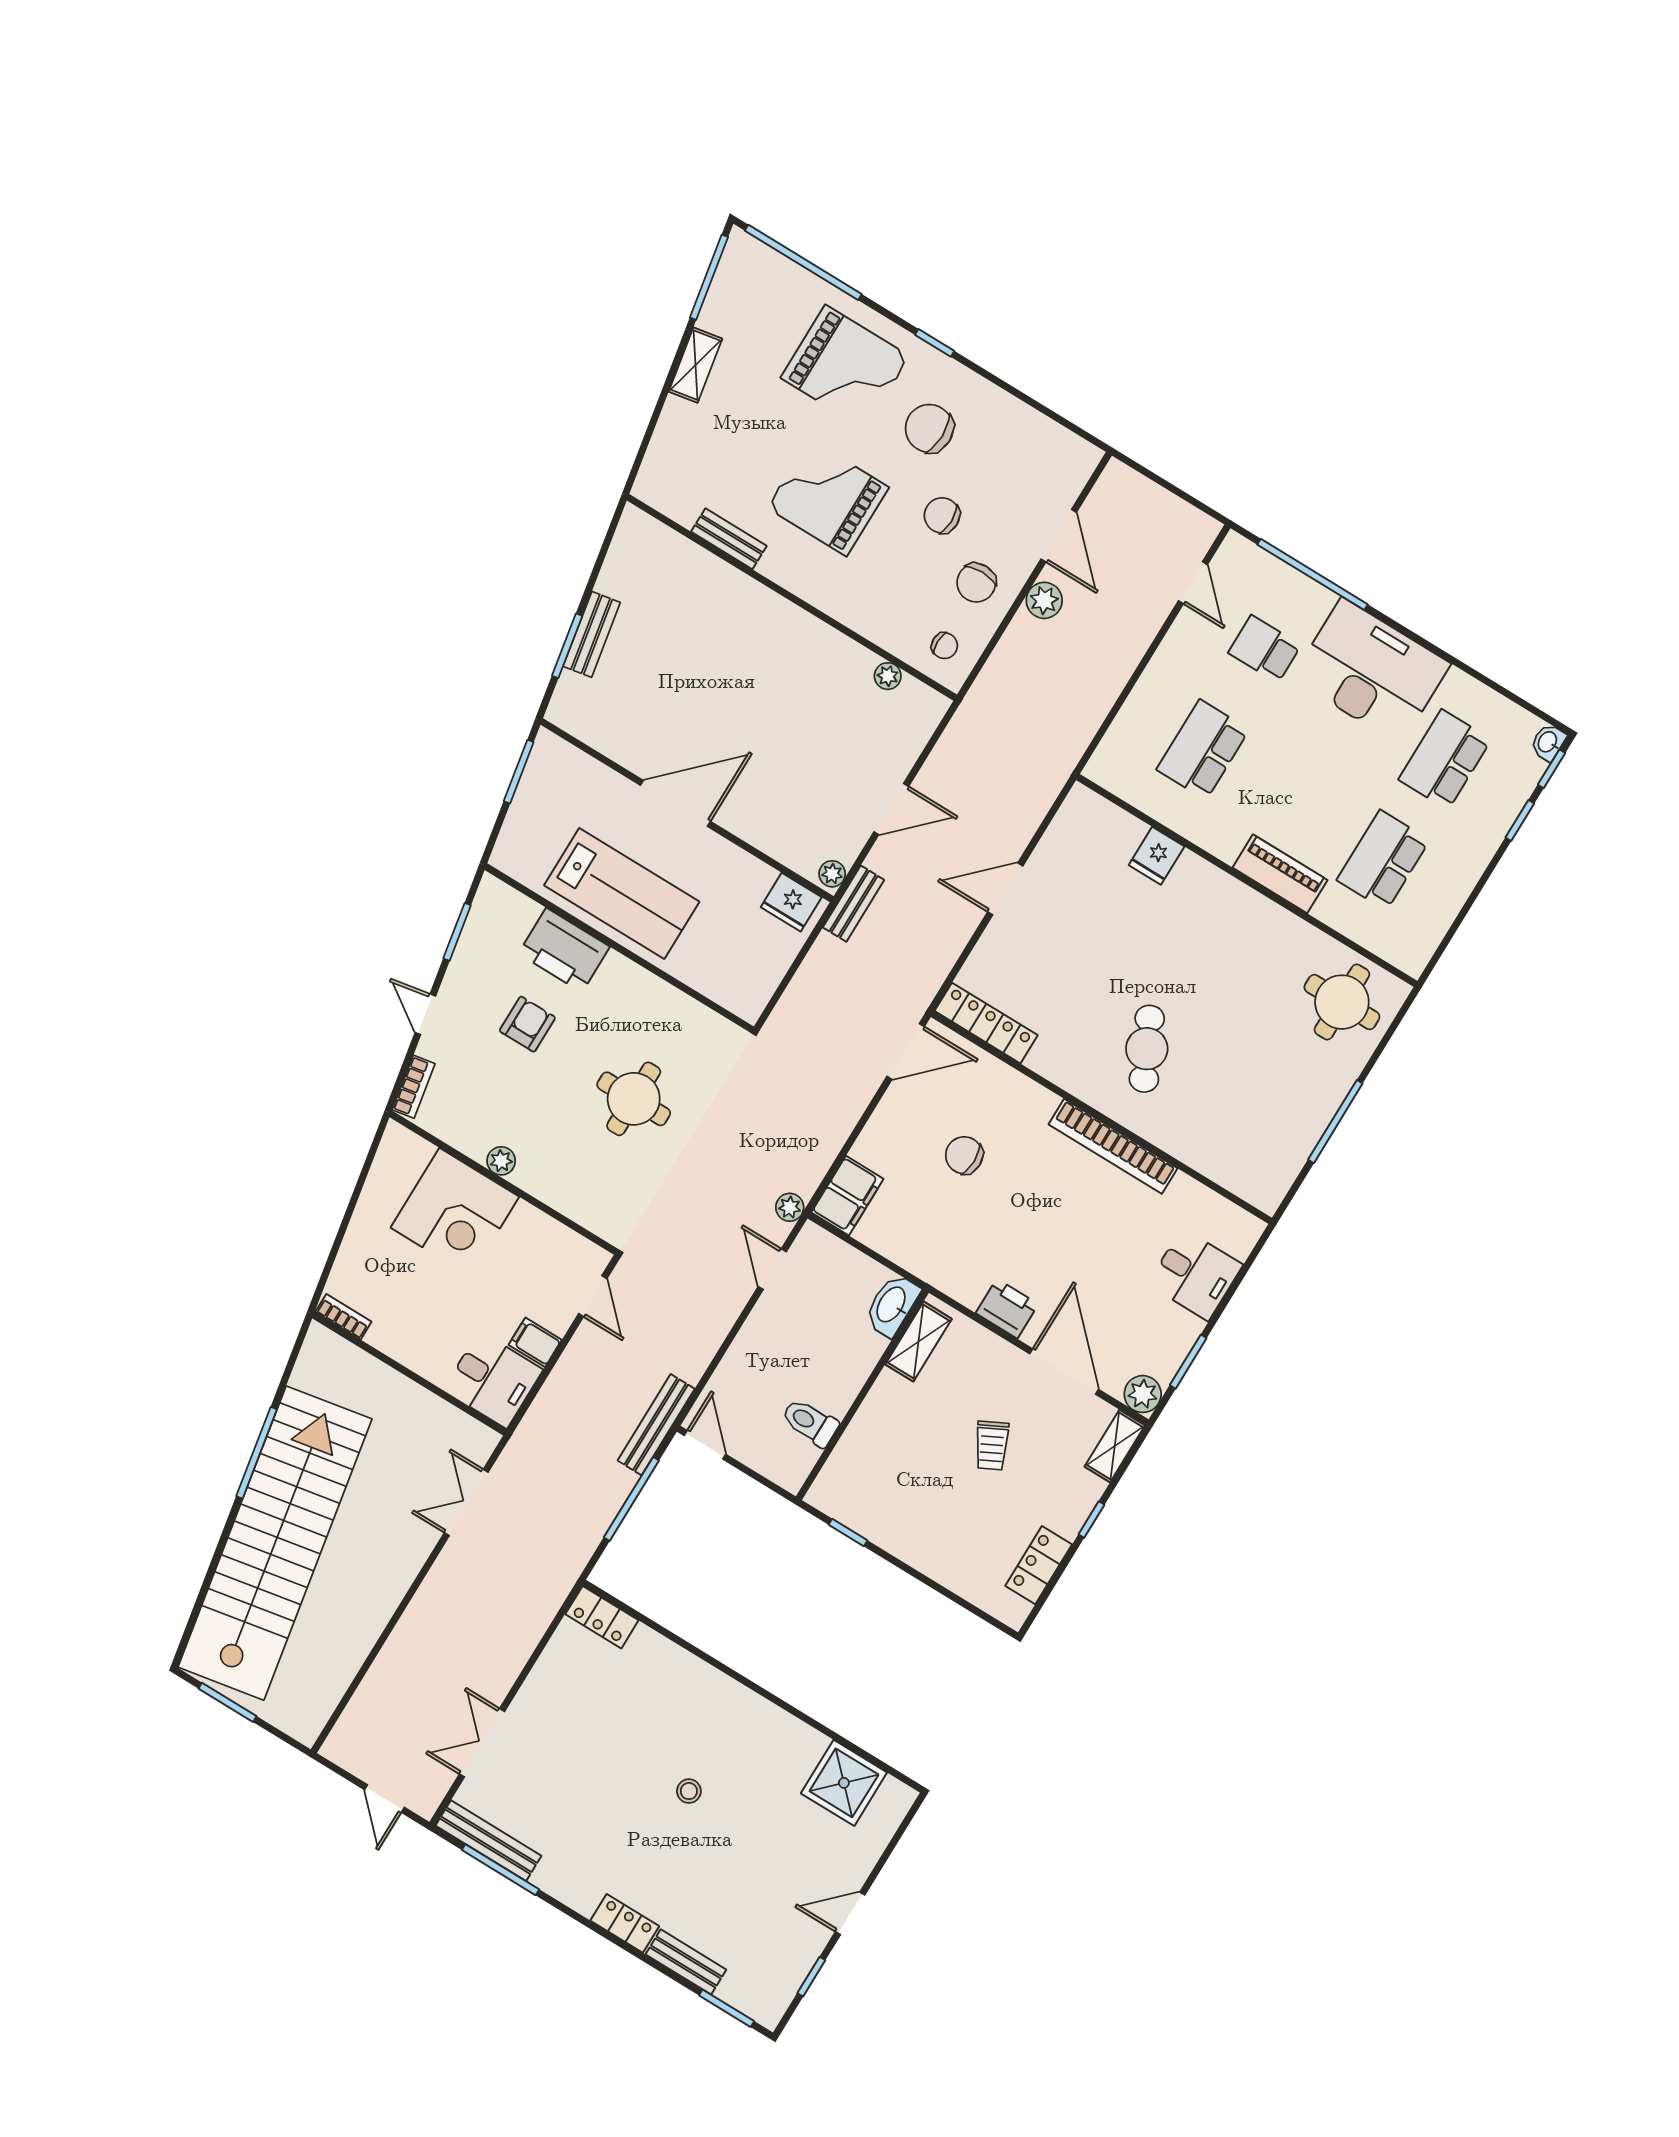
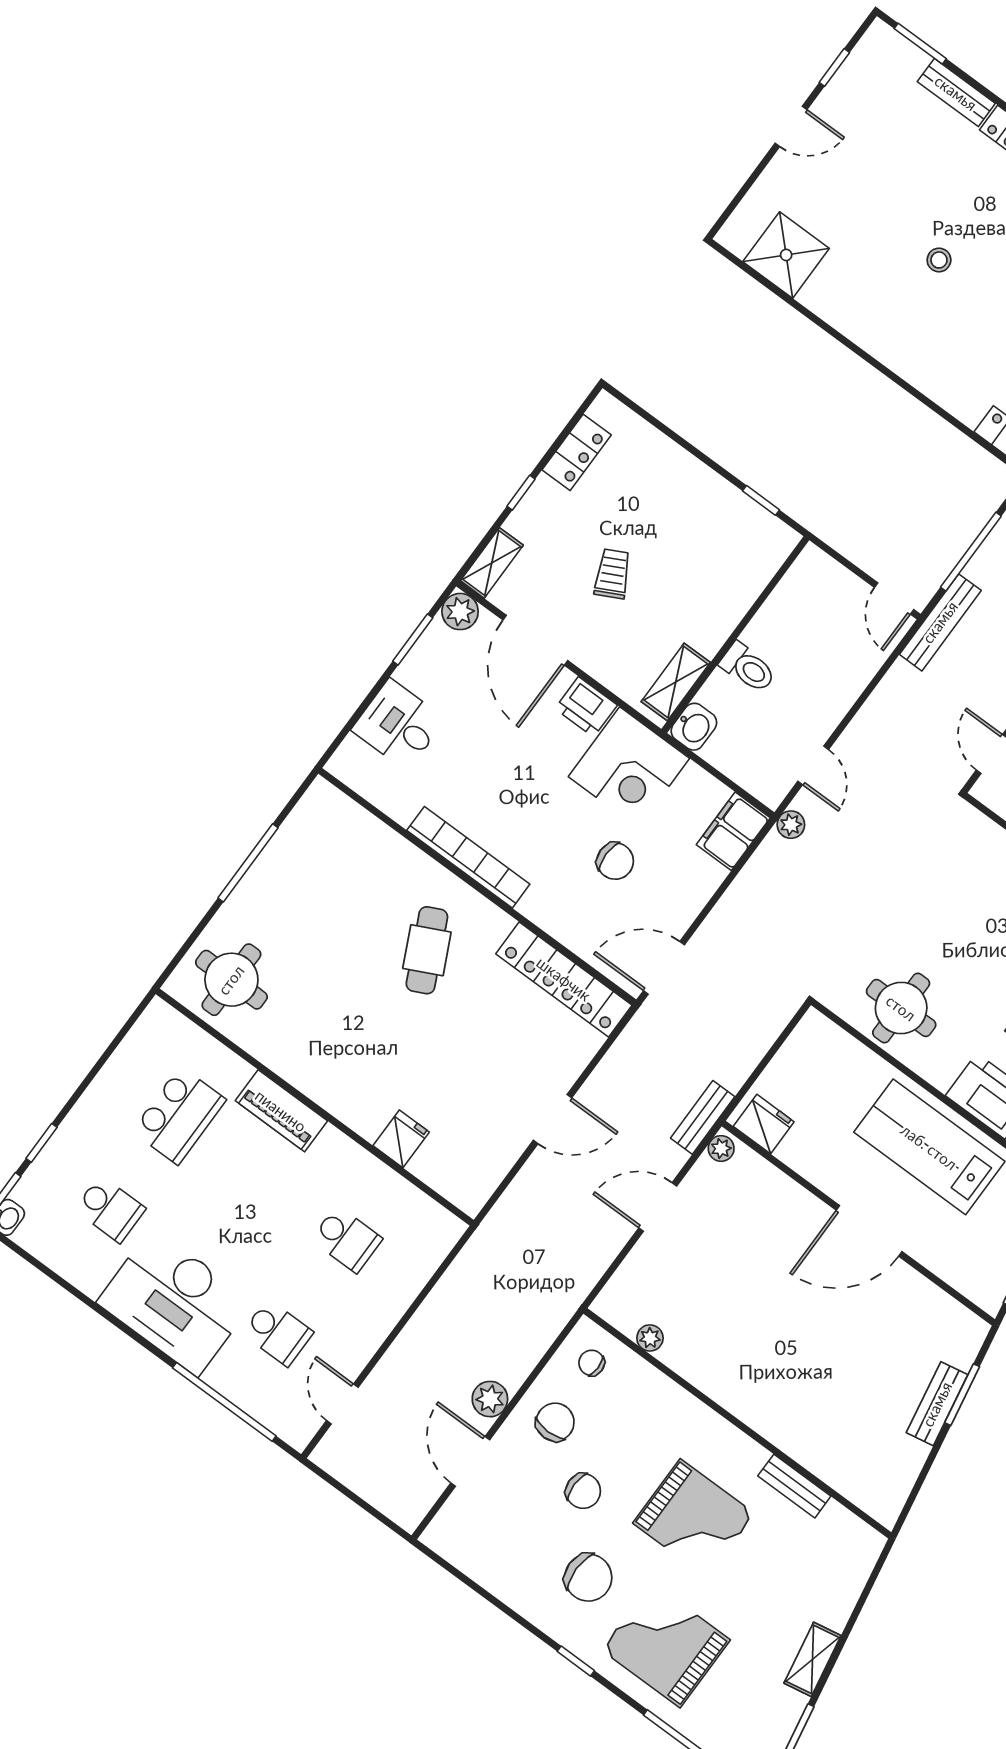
school desk: (1203, 750) -> (347, 1239), width x0.54
school desk: (1445, 759) -> (110, 1209), width x0.54
locker: (986, 1023) -> (564, 979), width x1.41, depth x1.21
round table: (634, 1099) -> (901, 1008), moved
corner desk: (958, 1251) -> (629, 767), added
washbasin: (892, 1305) -> (694, 727), width x0.72
toilet: (810, 1422) -> (748, 668), moved

